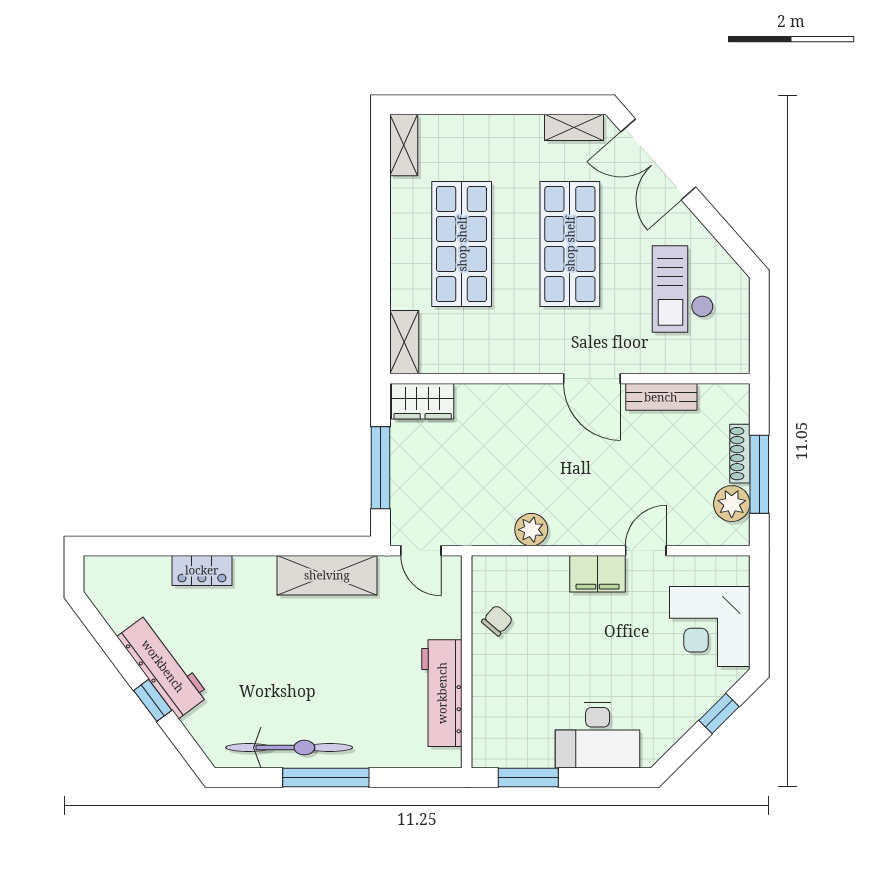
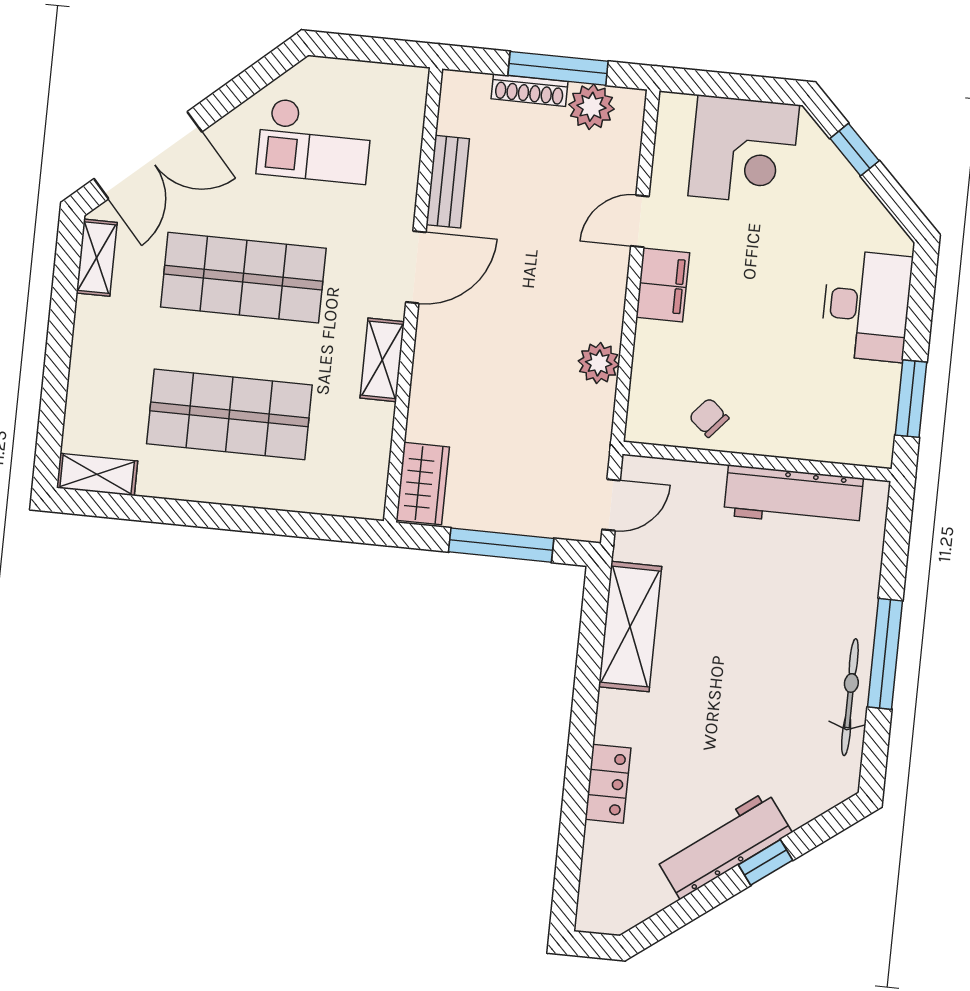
shelving: (404, 342) -> (382, 360), moved, turned 90
door: (646, 551) -> (640, 221), hinge flipped
bicycle: (289, 748) -> (850, 697), width x0.73, depth x0.71

